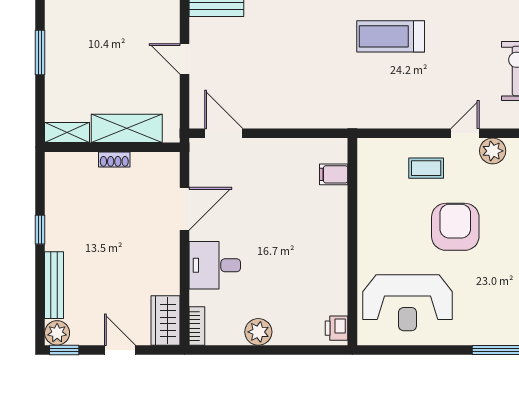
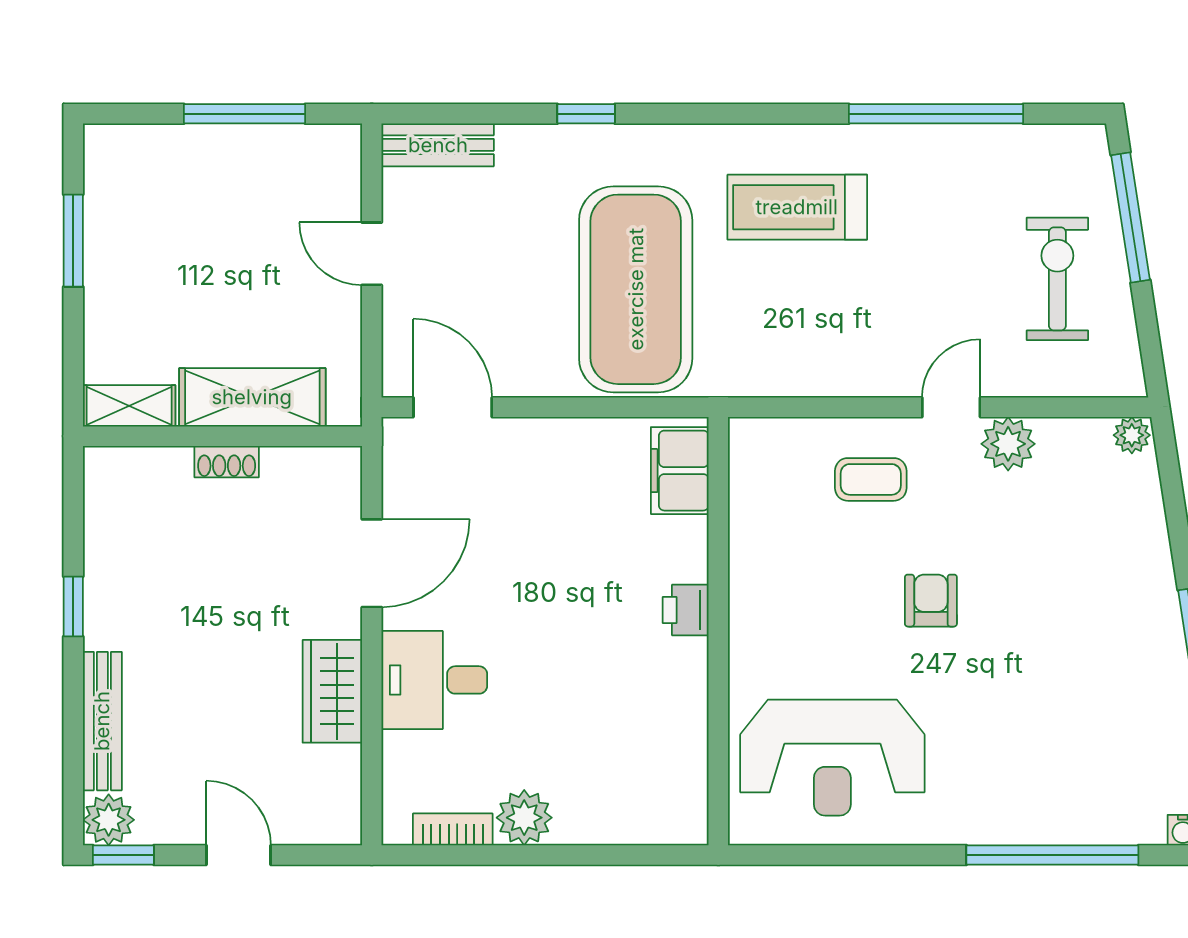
exercise mat: (312, 76) -> (636, 289), added
filing cabinet: (334, 174) -> (680, 471), width x2.00
armchair: (455, 227) -> (931, 601), width x0.53, depth x0.53
wardrobe: (165, 320) -> (332, 691), moved
bookcase: (197, 326) -> (453, 829), moved, turned -90
printer: (337, 328) -> (686, 610), moved

